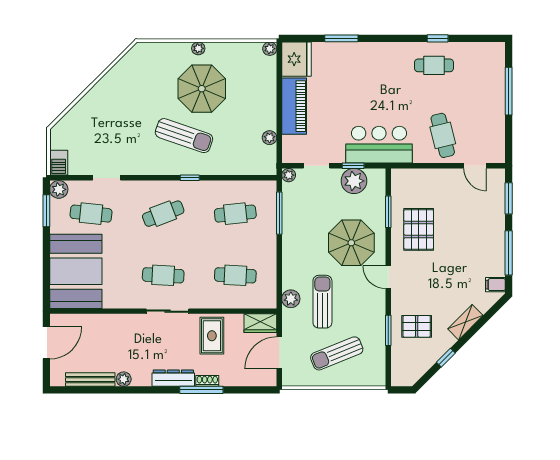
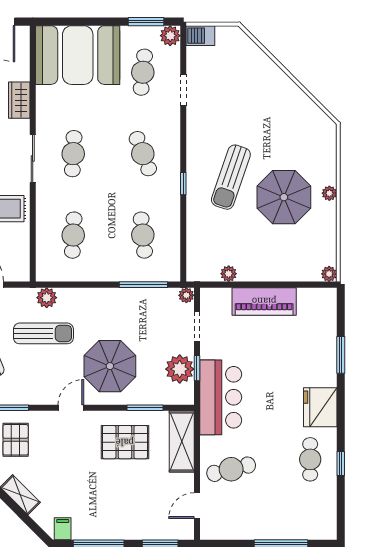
fridge: (296, 59) -> (320, 407), moved, turned 90
shelving: (418, 179) -> (182, 441), added
wardrobe: (260, 323) -> (19, 100), moved

